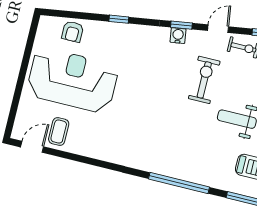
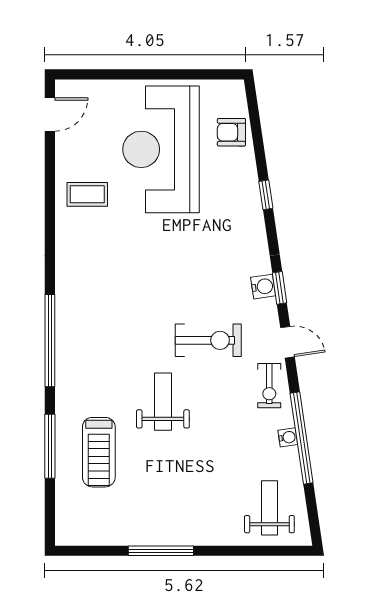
reception desk: (72, 80) -> (161, 149), turned 180
coffee table: (59, 132) -> (87, 194), moved
door: (32, 147) -> (50, 115), hinge flipped

